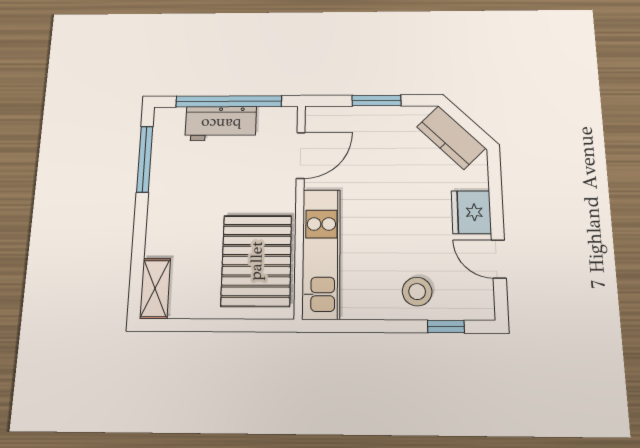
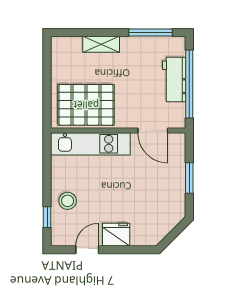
kitchen counter: (451, 138) -> (164, 224), removed
shelving: (155, 288) -> (101, 44), moved

